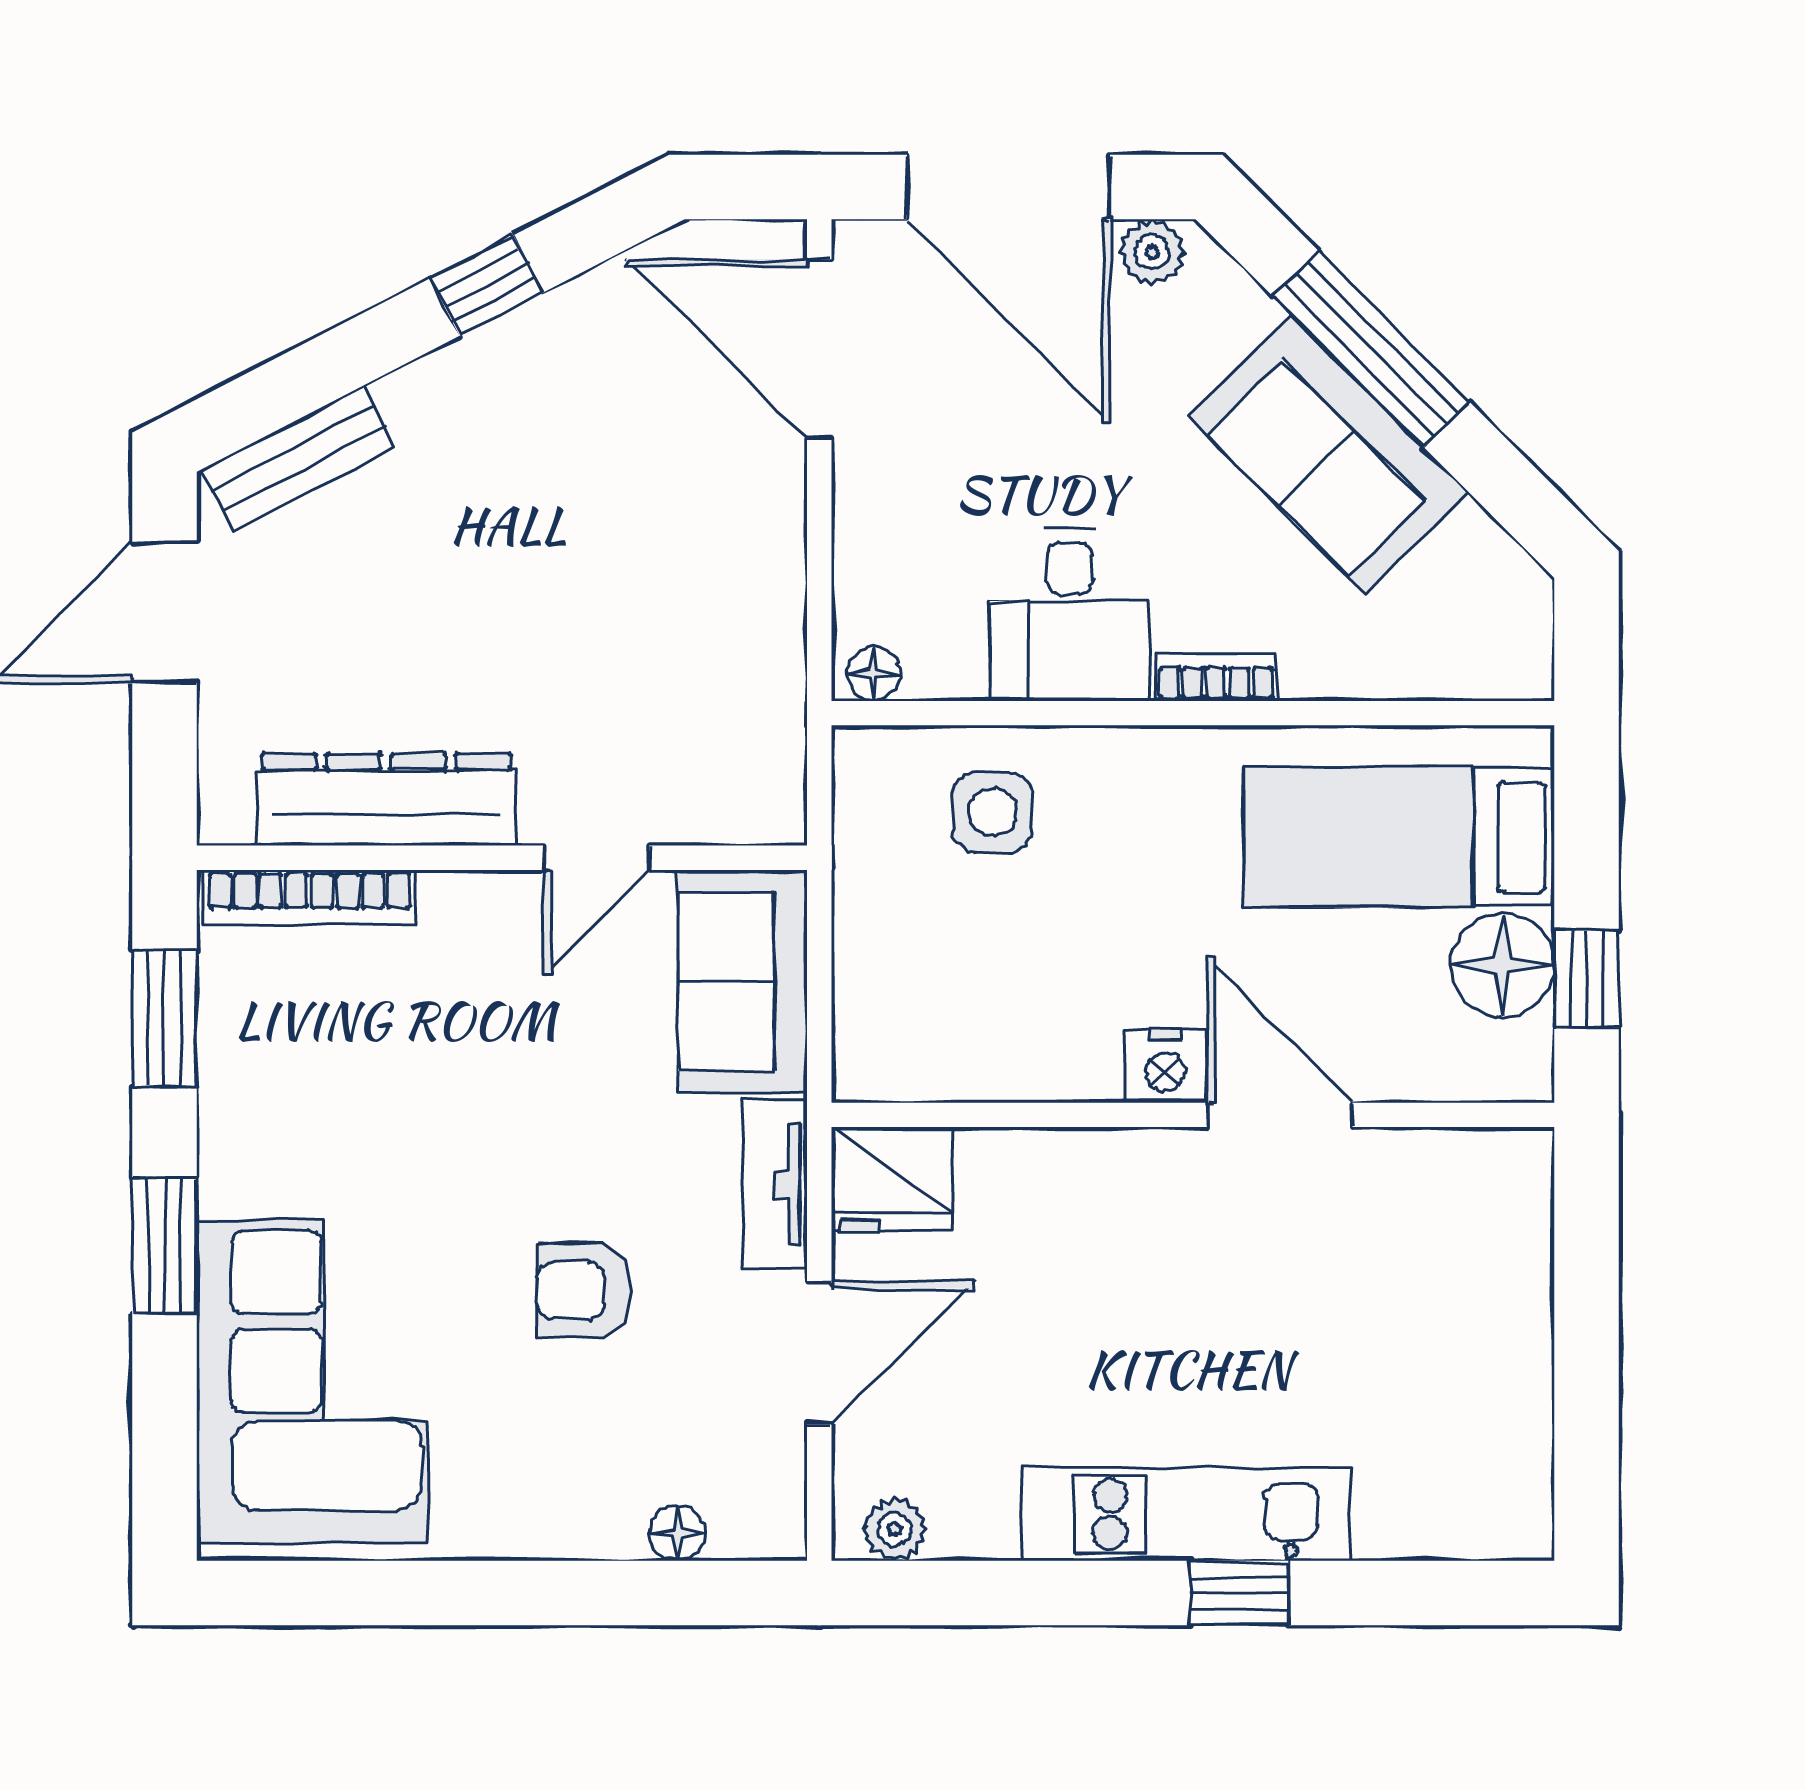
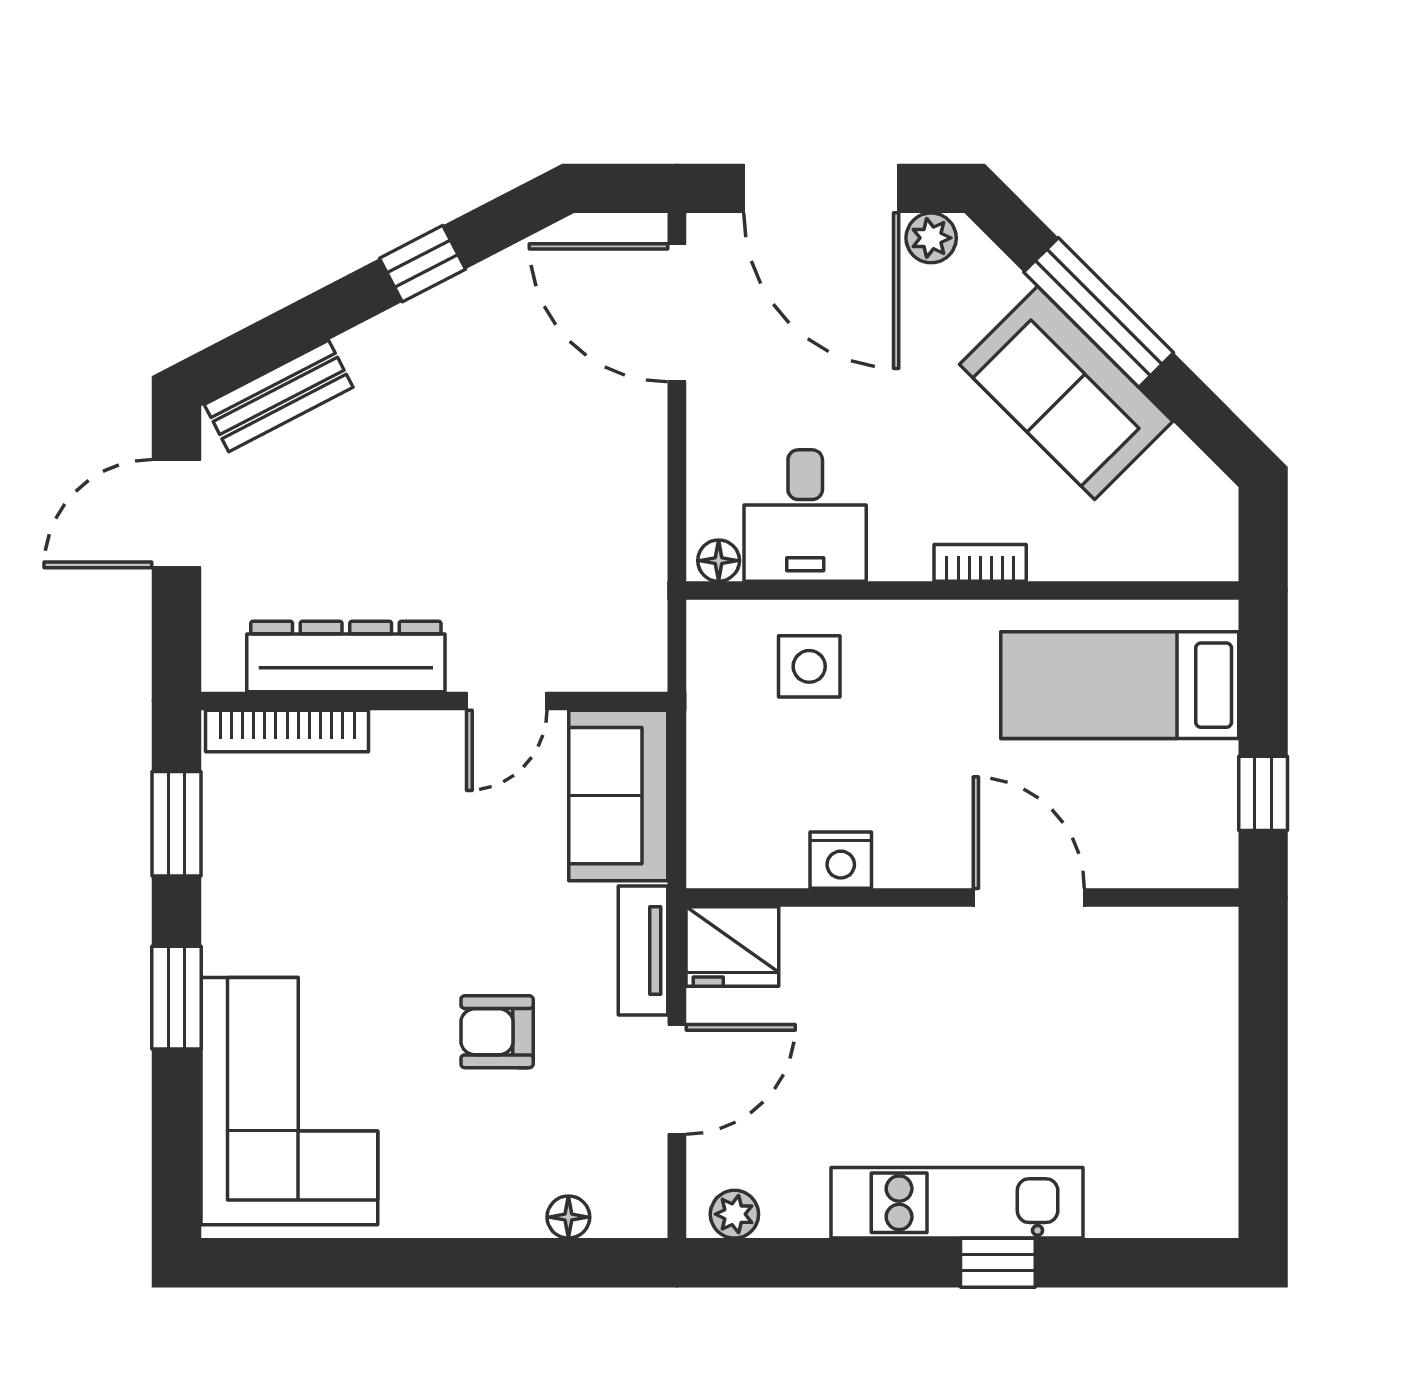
desk: (1070, 615) -> (805, 515), moved
floor lamp: (1502, 965) -> (1199, 783), removed
nightstand: (1165, 1066) -> (841, 860), moved

